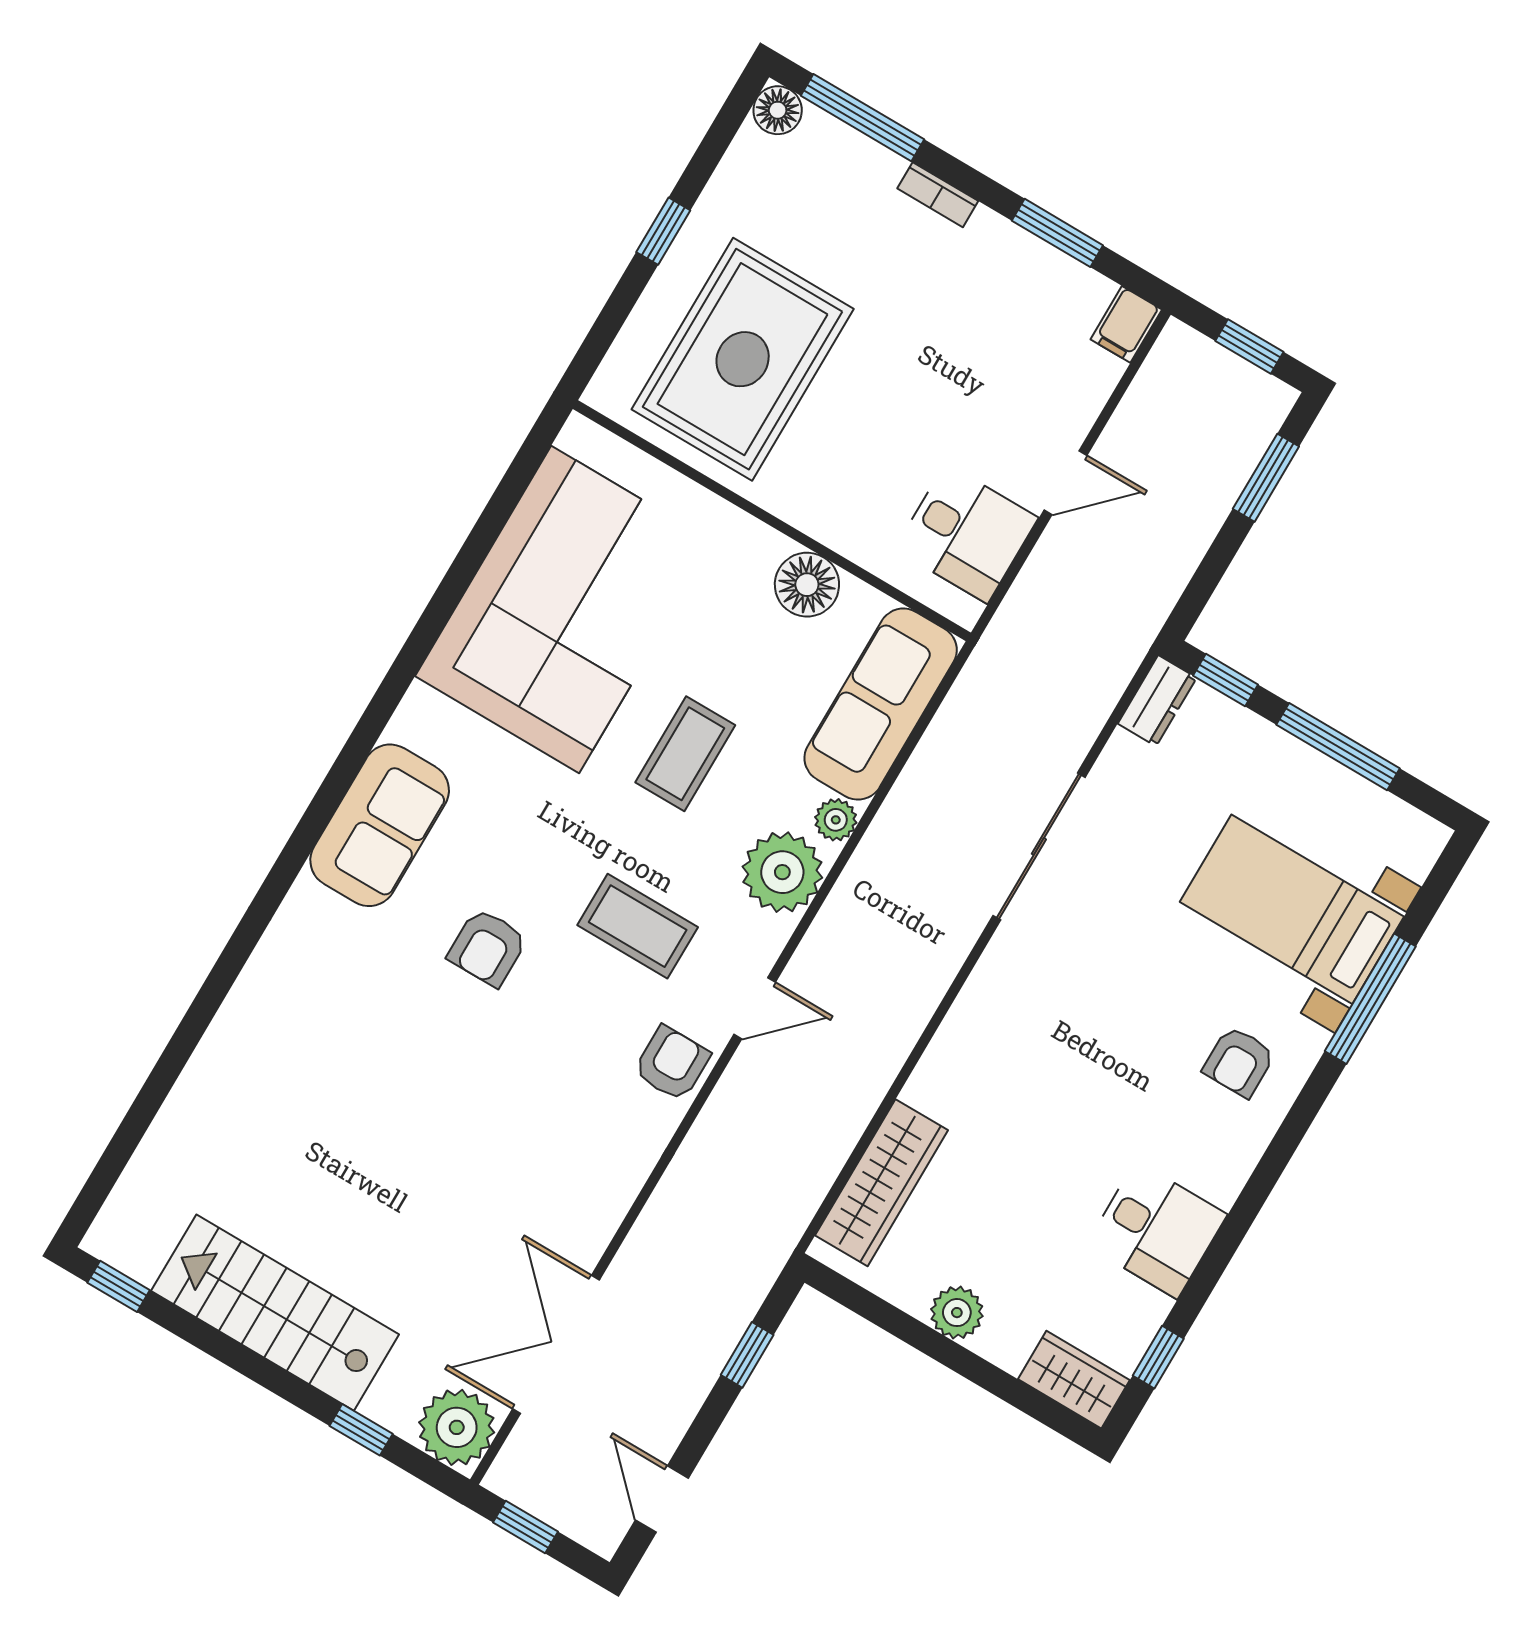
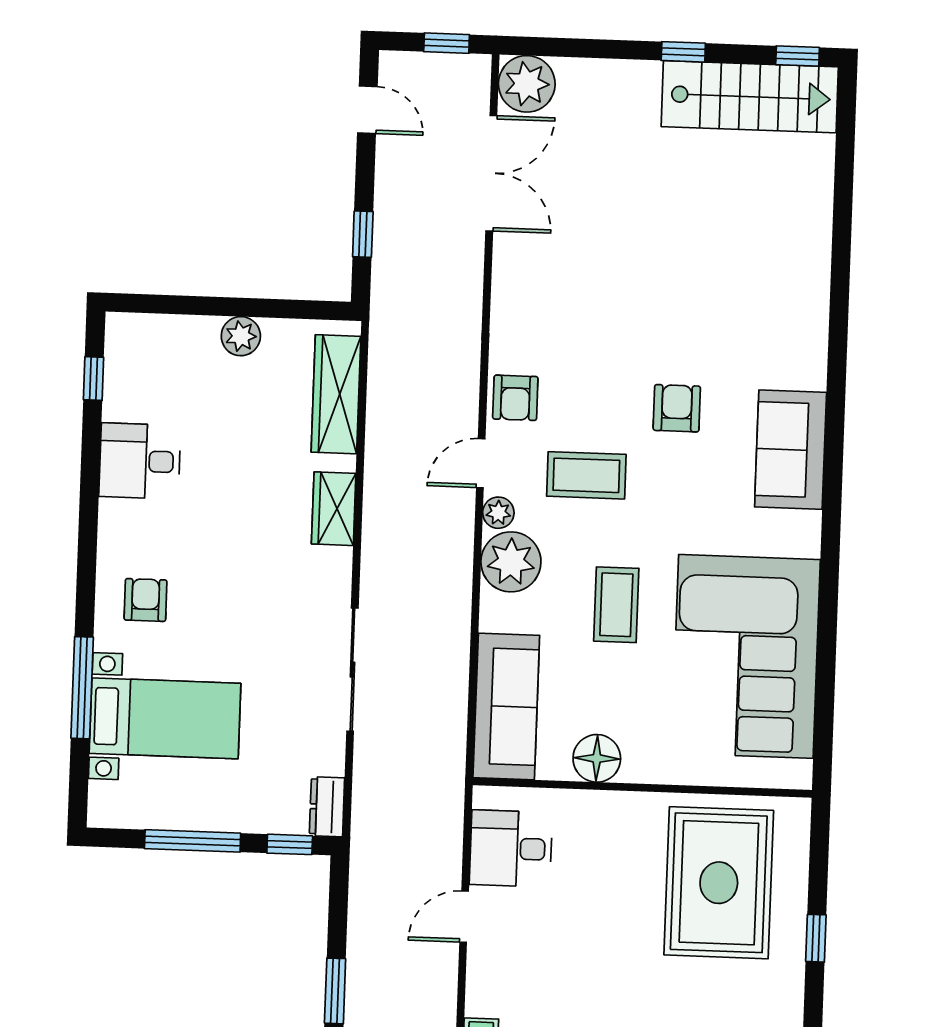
plant: (836, 820) -> (498, 513), moved
stairs: (275, 1313) -> (750, 97), moved
wardrobe: (1074, 1380) -> (334, 509), moved, turned 90
window: (361, 1430) -> (683, 52), moved

